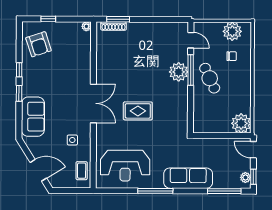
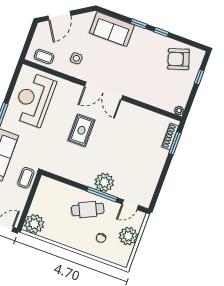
plant: (232, 31) -> (128, 236), moved
coffee table: (201, 147) -> (26, 178), added

